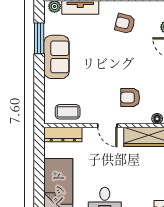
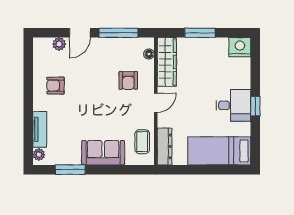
armchair: (125, 23) -> (56, 86), turned 76
sofa: (57, 57) -> (103, 153), moved

